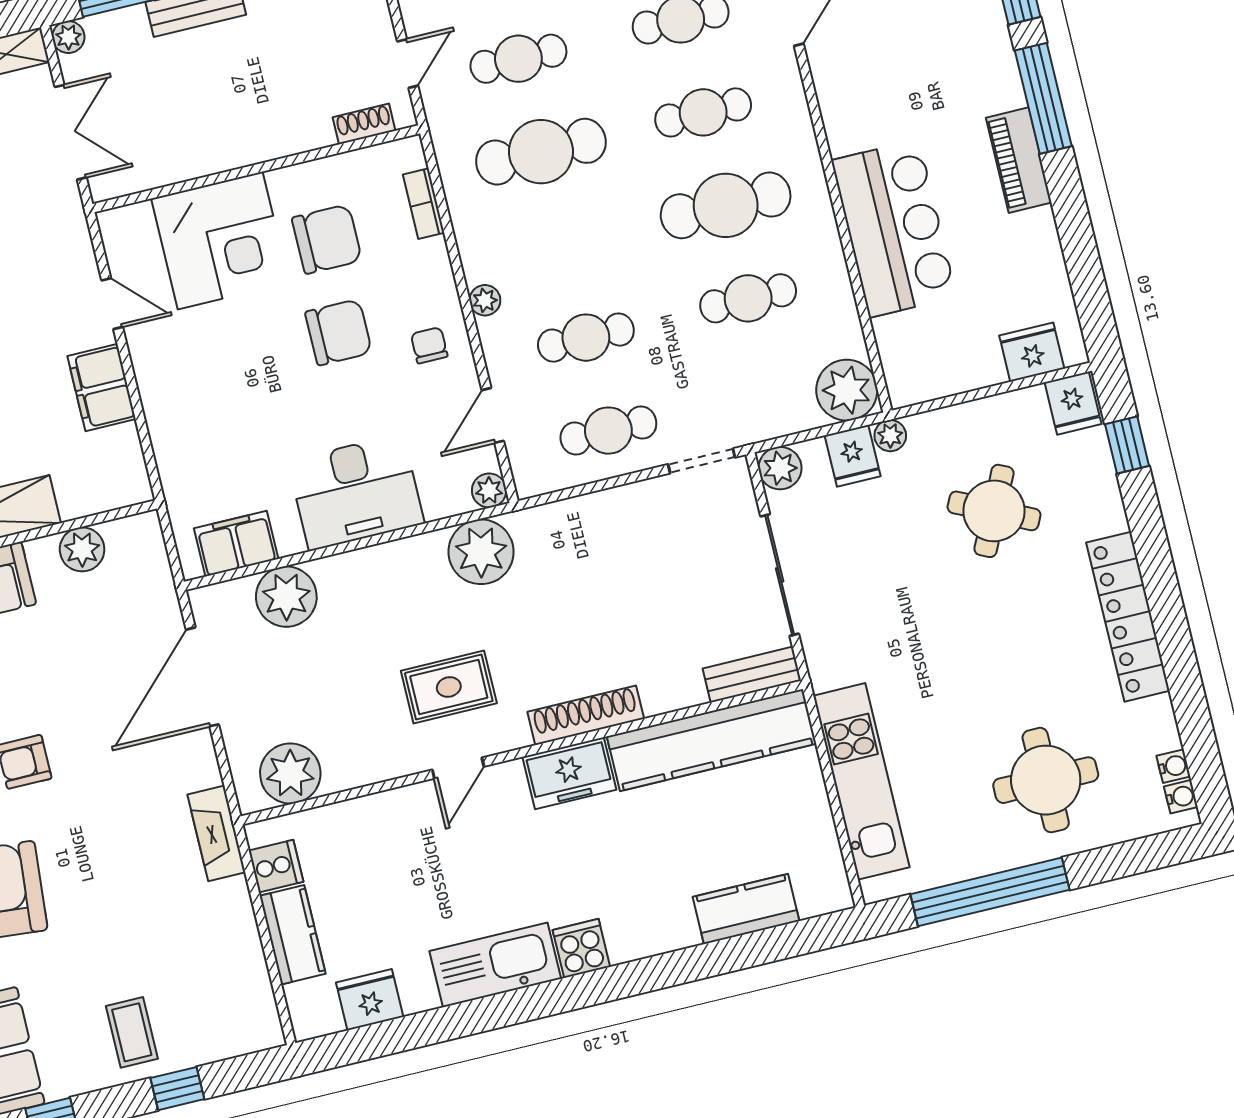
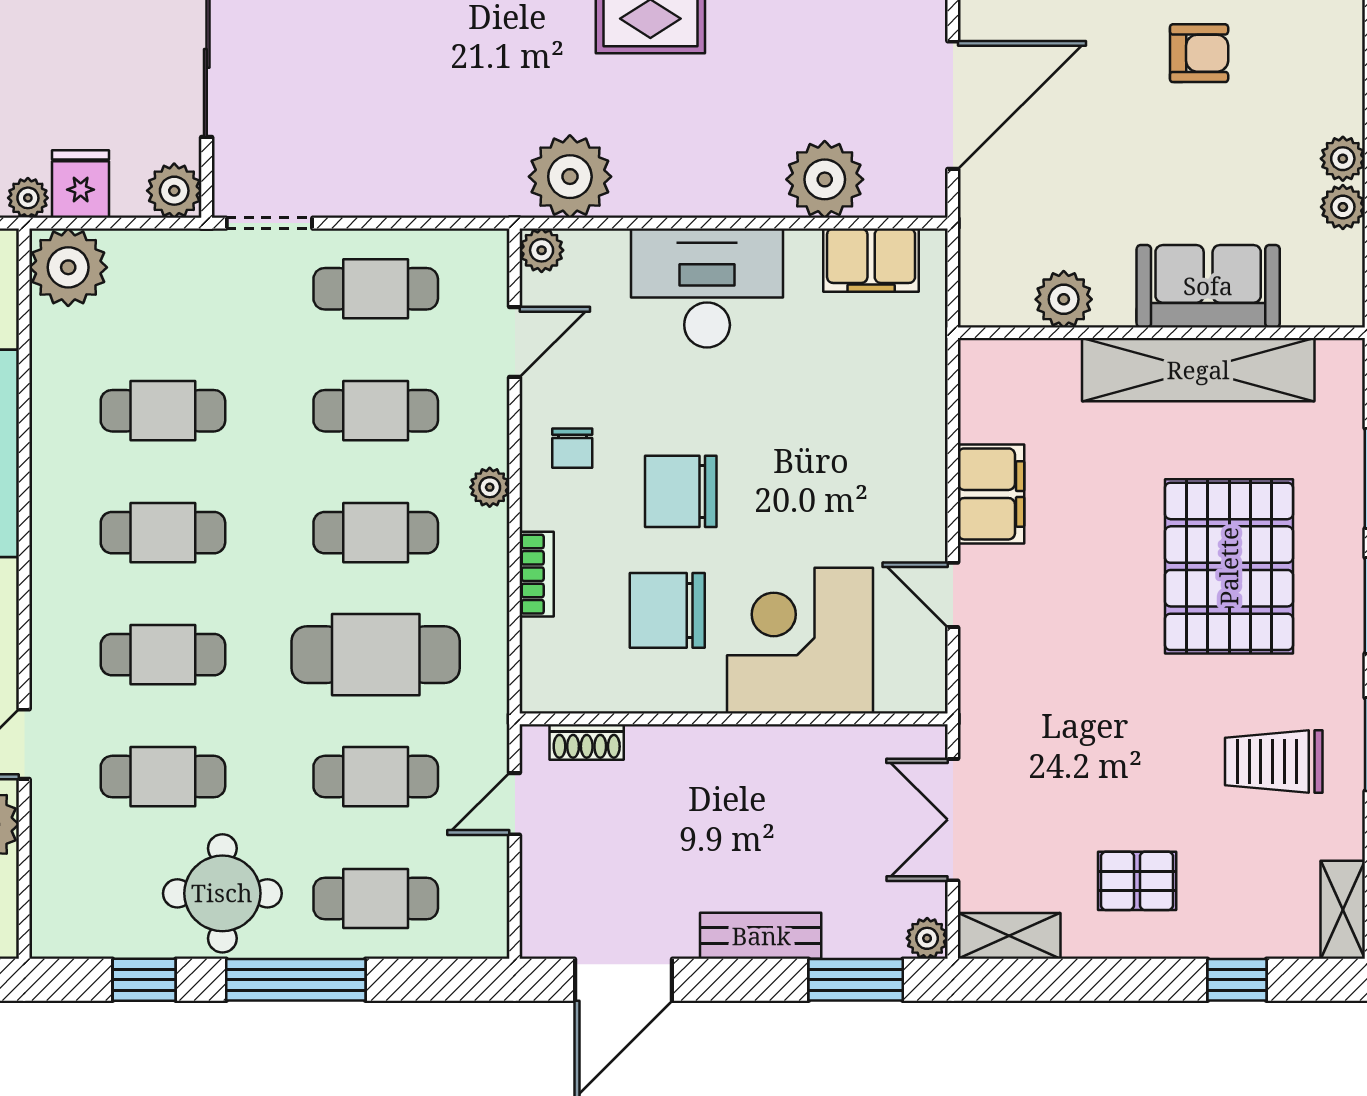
bookcase: (424, 204) -> (537, 574), moved
cafe table: (726, 205) -> (163, 533), width x0.73, depth x0.74
cafe table: (563, 245) -> (376, 533), added

